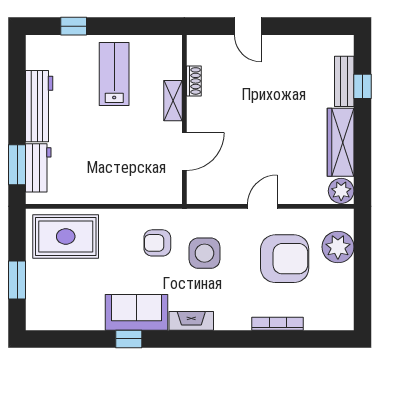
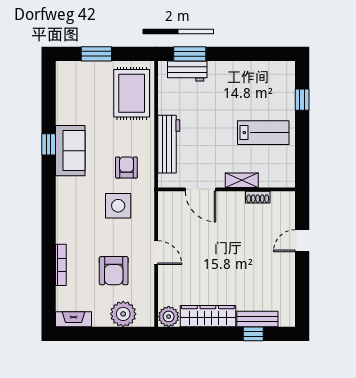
workbench: (39, 106) -> (169, 144), moved, turned -90
armchair: (285, 259) -> (114, 271), width x0.73, depth x0.73
fireplace: (191, 321) -> (74, 319), moved, turned -90

